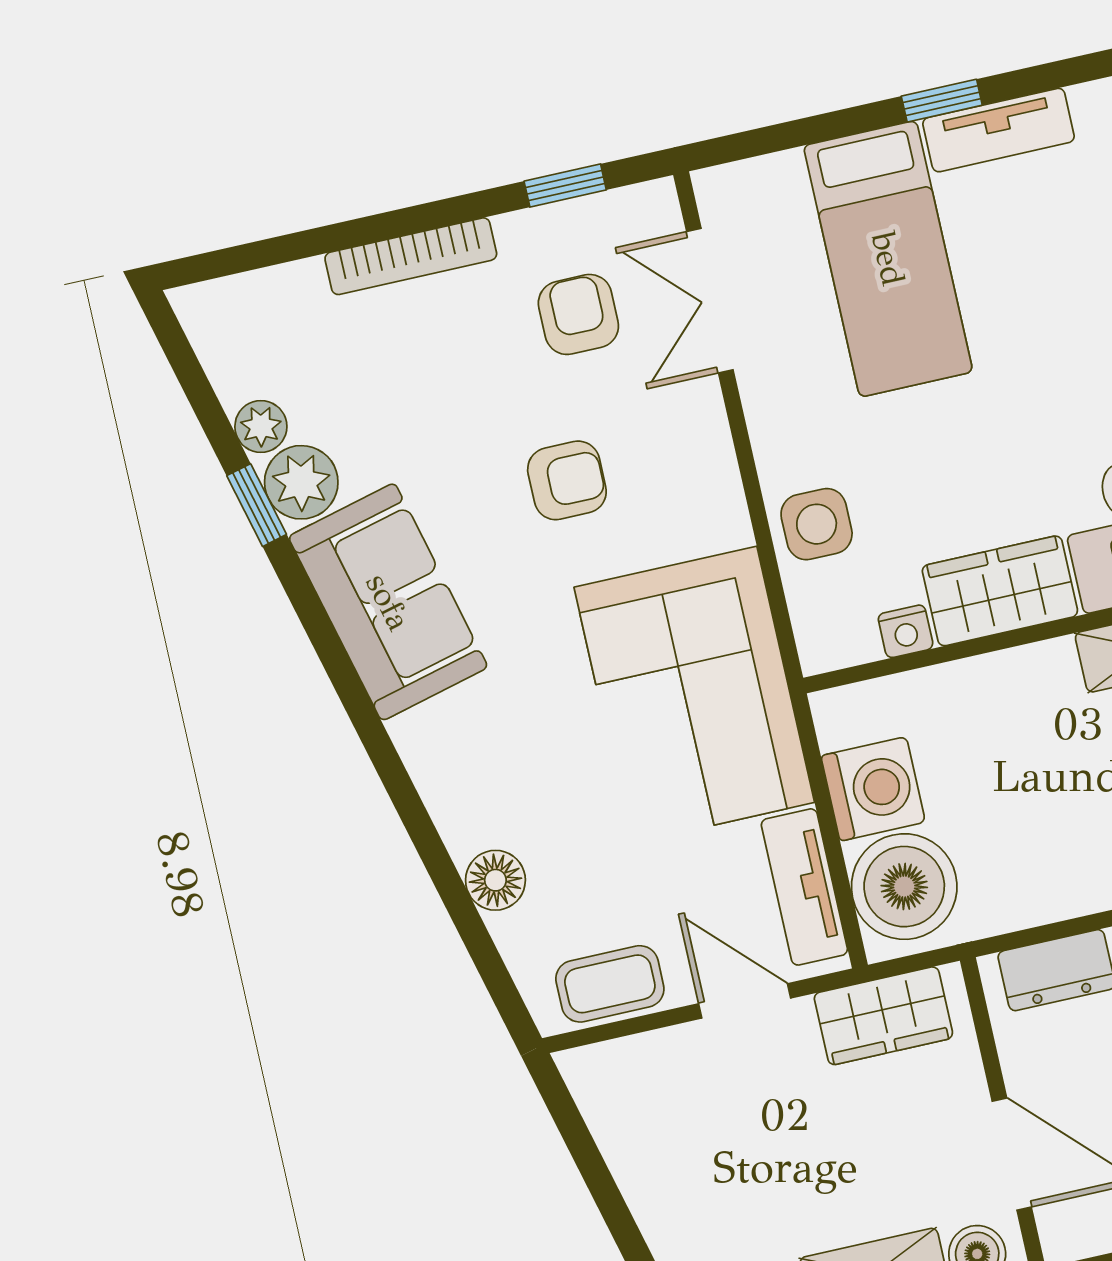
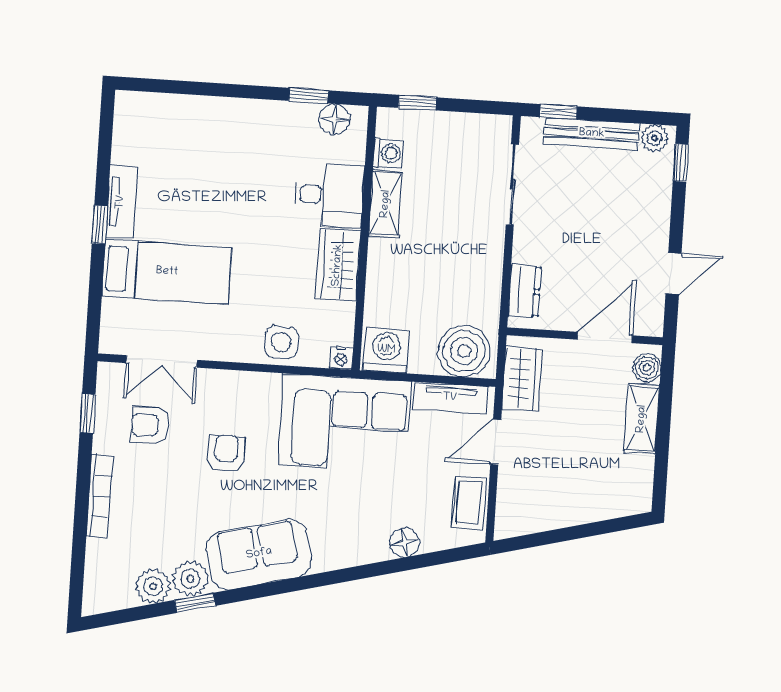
plant: (261, 426) -> (153, 586), width x1.38, depth x1.38
nightstand: (906, 631) -> (341, 358), moved, turned 90
washing machine: (873, 789) -> (386, 350), moved

